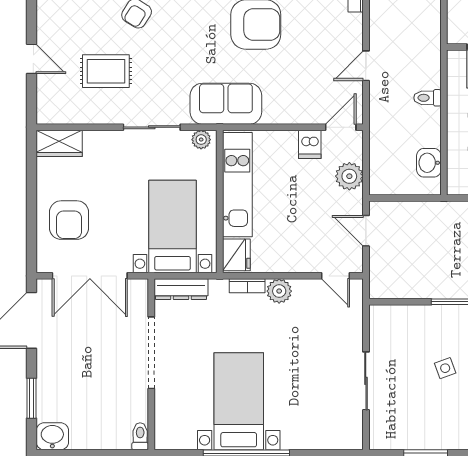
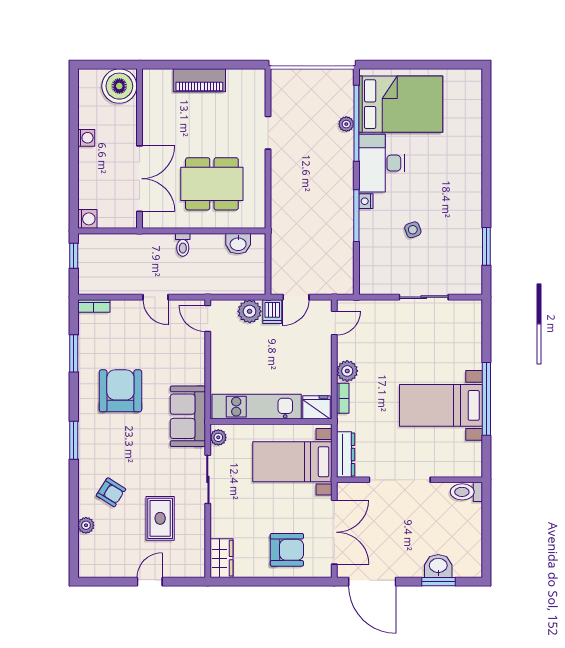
dishwasher: (310, 144) -> (272, 312), moved, turned 90
washbasin: (52, 436) -> (438, 566), moved, turned 90
toilet: (140, 436) -> (466, 492), width x1.37, depth x1.39

